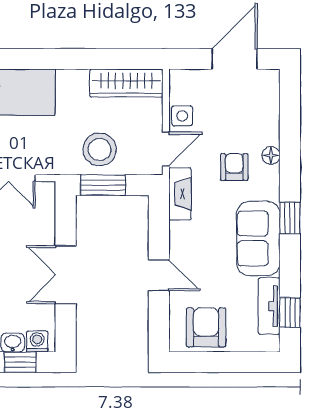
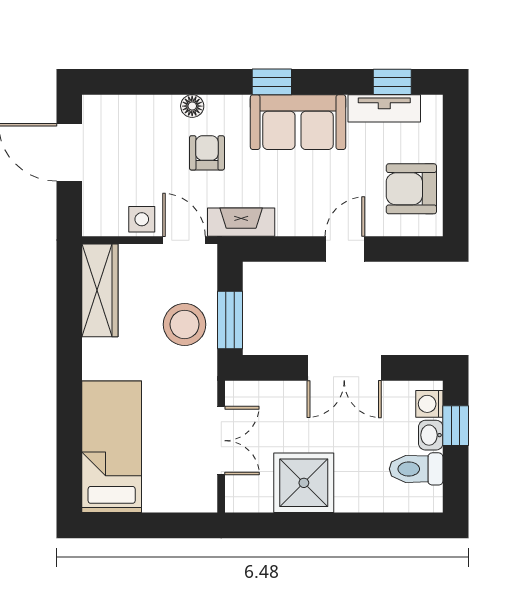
armchair: (234, 167) -> (207, 153), turned 90

